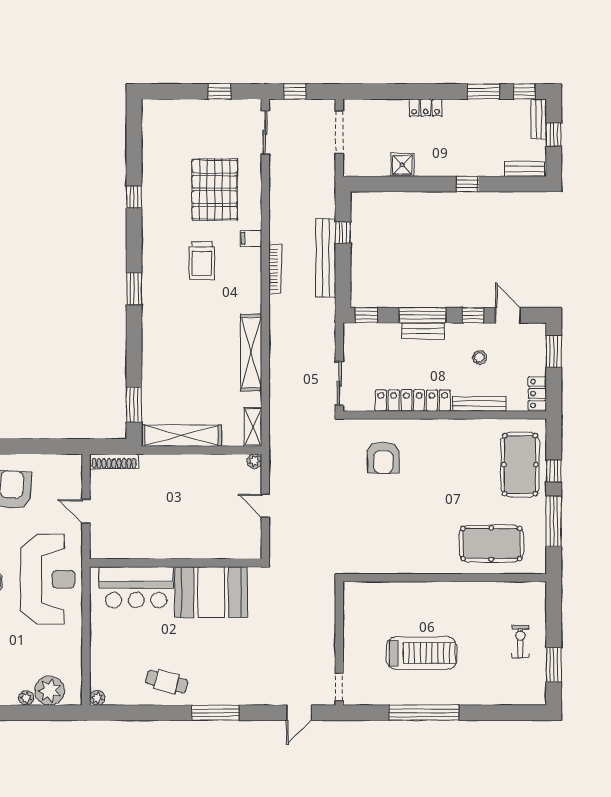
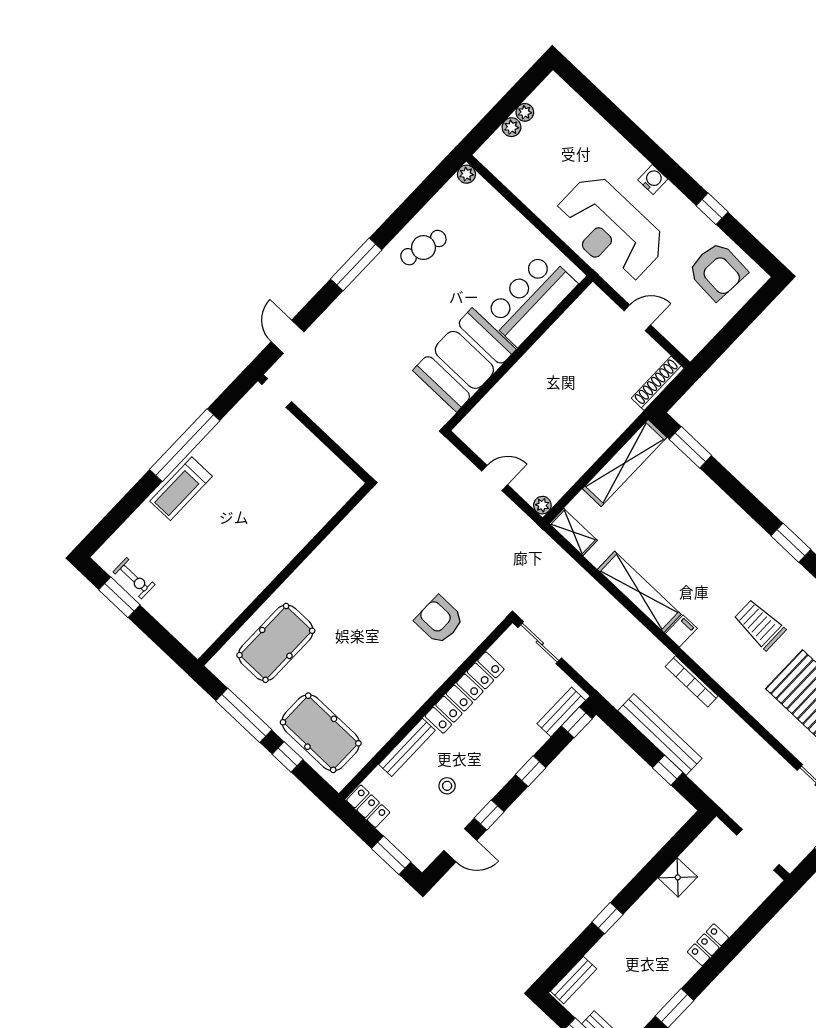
filing cabinet: (251, 238) -> (681, 631), moved
window: (422, 315) -> (531, 771), width x0.46
bench: (423, 331) -> (561, 712), moved
exercise bike: (520, 642) -> (134, 578), moved
treadmill: (422, 653) -> (181, 489), moved, width x0.73, depth x0.73
plant: (50, 691) -> (512, 127), width x0.53, depth x0.53

